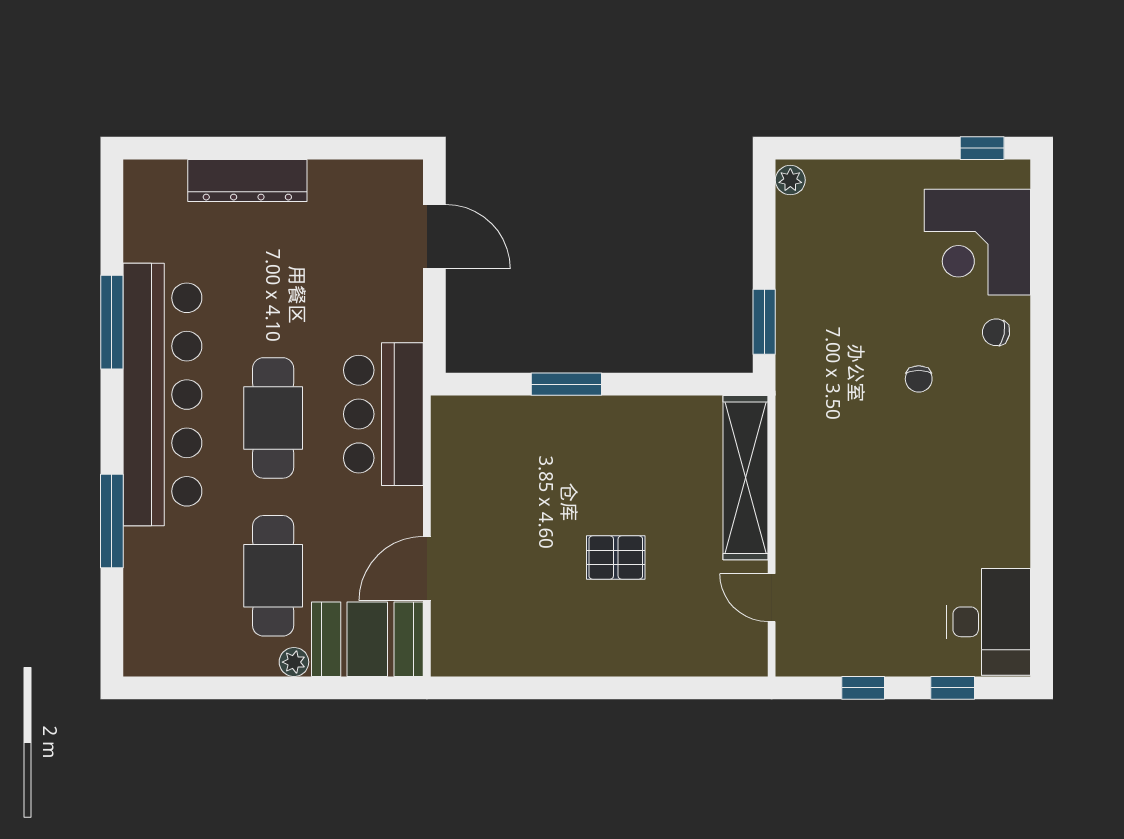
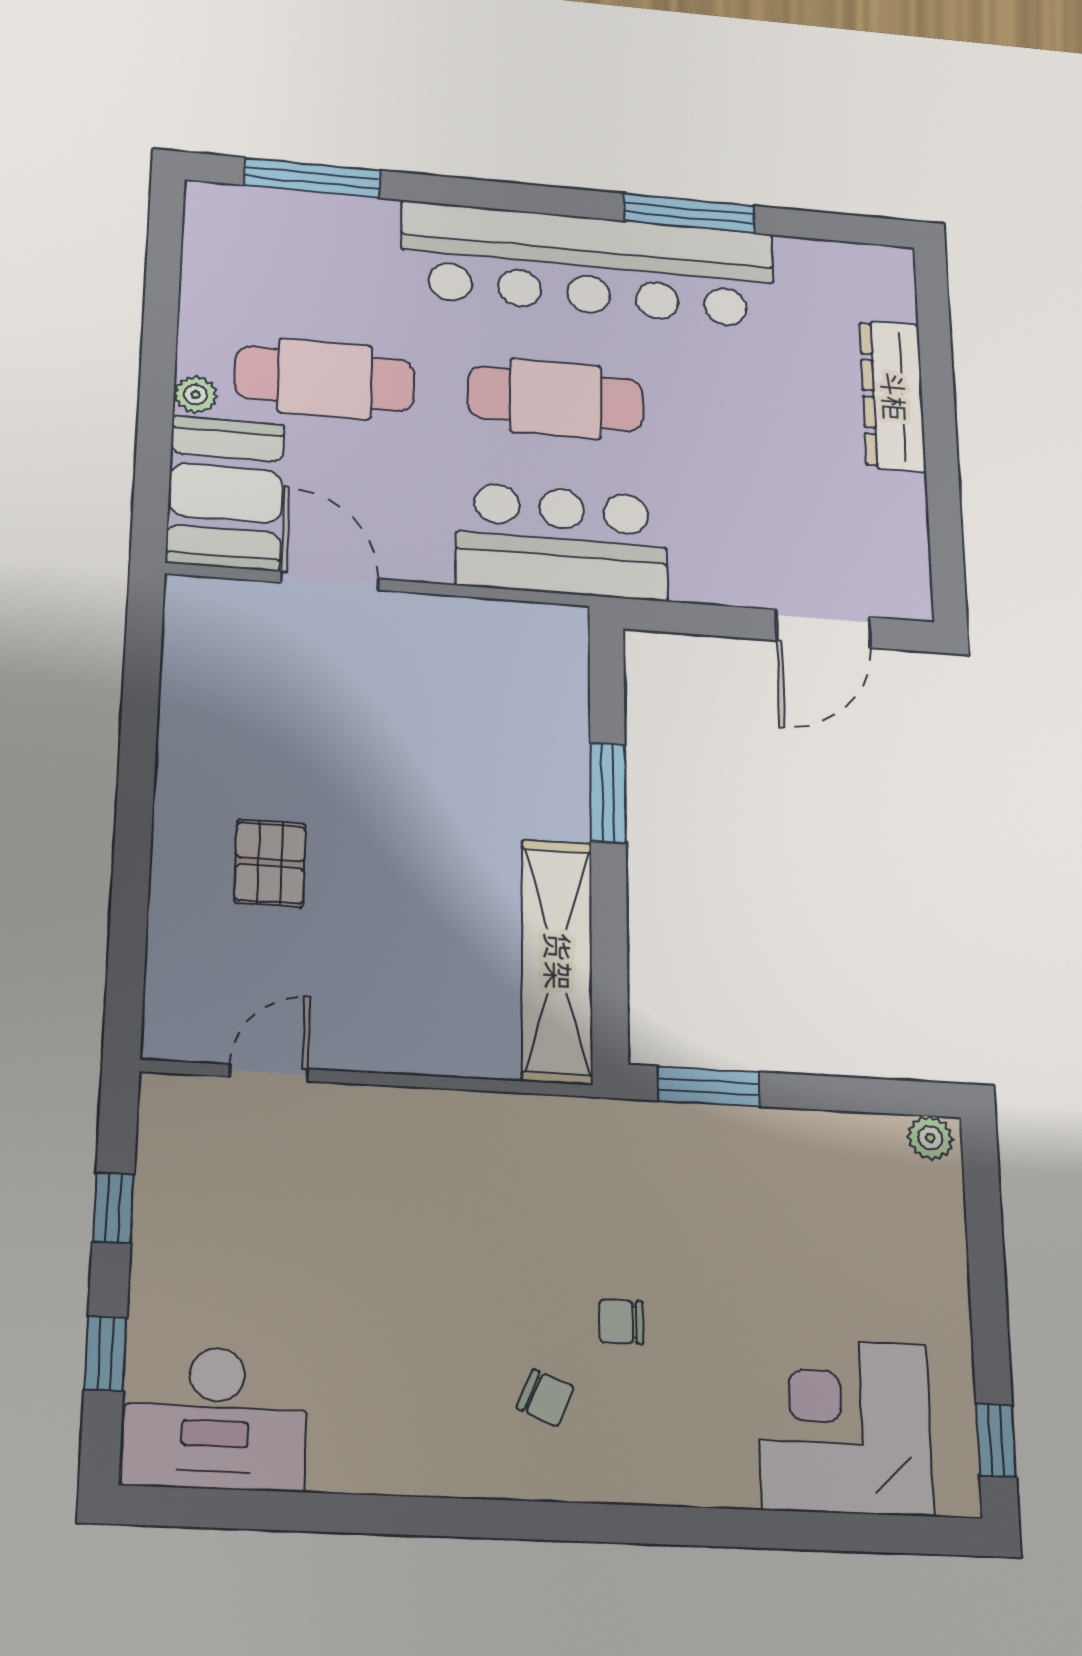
chair: (996, 332) -> (545, 1398), moved, turned 103
shelving: (746, 478) -> (557, 961), moved, turned 90
window: (112, 521) -> (312, 178), moved
pallet: (616, 557) -> (270, 863), moved

